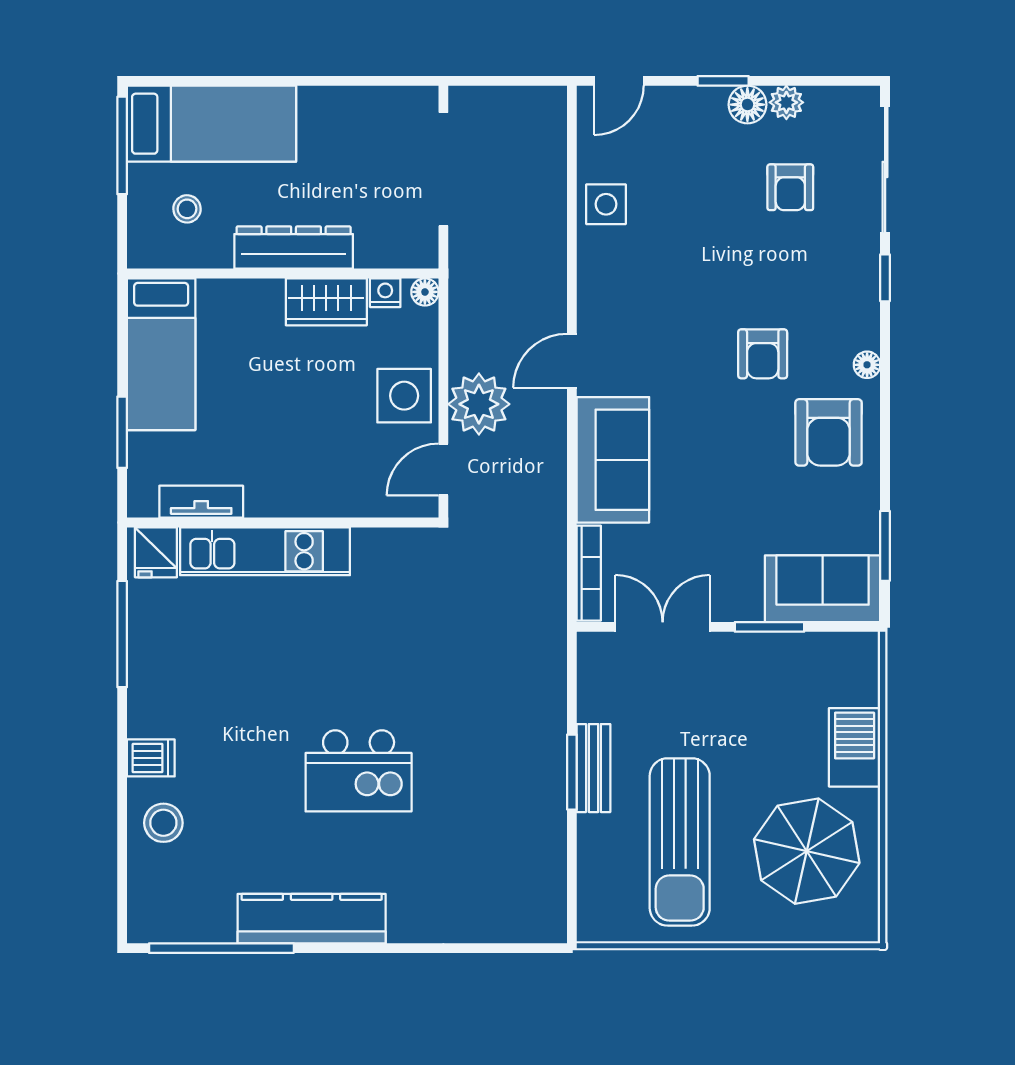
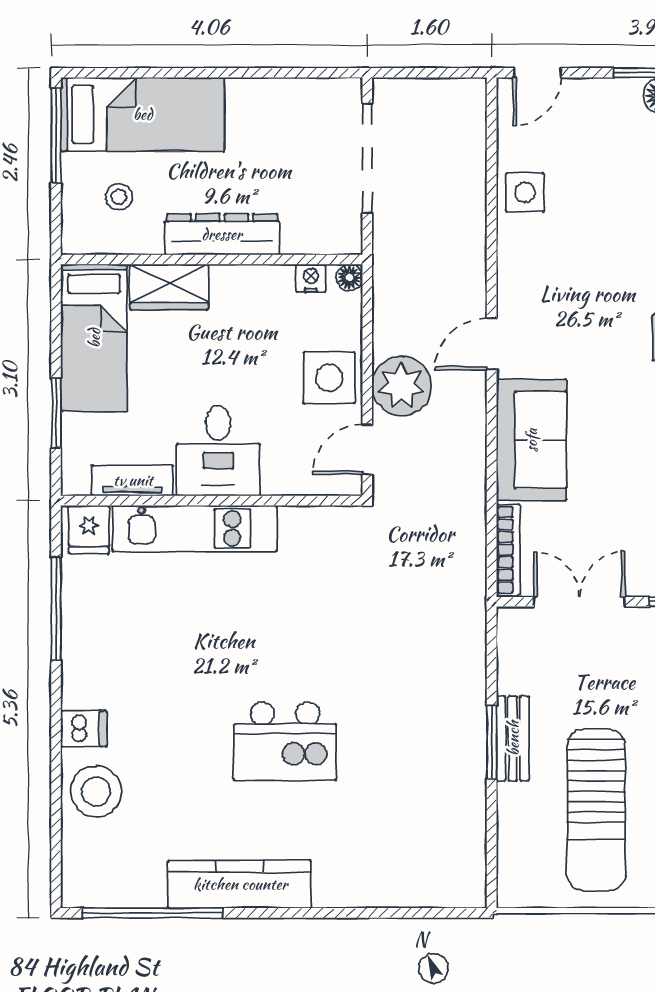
wardrobe: (326, 302) -> (169, 287), moved
desk: (289, 471) -> (218, 451), added
stool: (163, 823) -> (96, 791), width x1.38, depth x1.38

